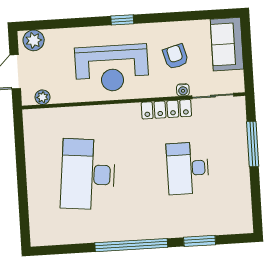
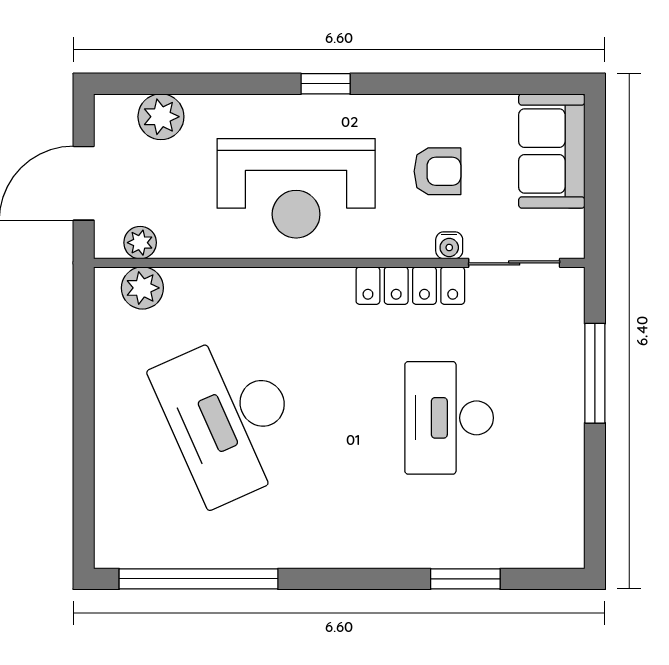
plant: (34, 40) -> (161, 117), moved
armchair: (176, 57) -> (437, 171), turned 105
plant: (45, 118) -> (142, 288), added
desk: (88, 174) -> (229, 418), turned -30
window: (131, 245) -> (199, 579), moved

